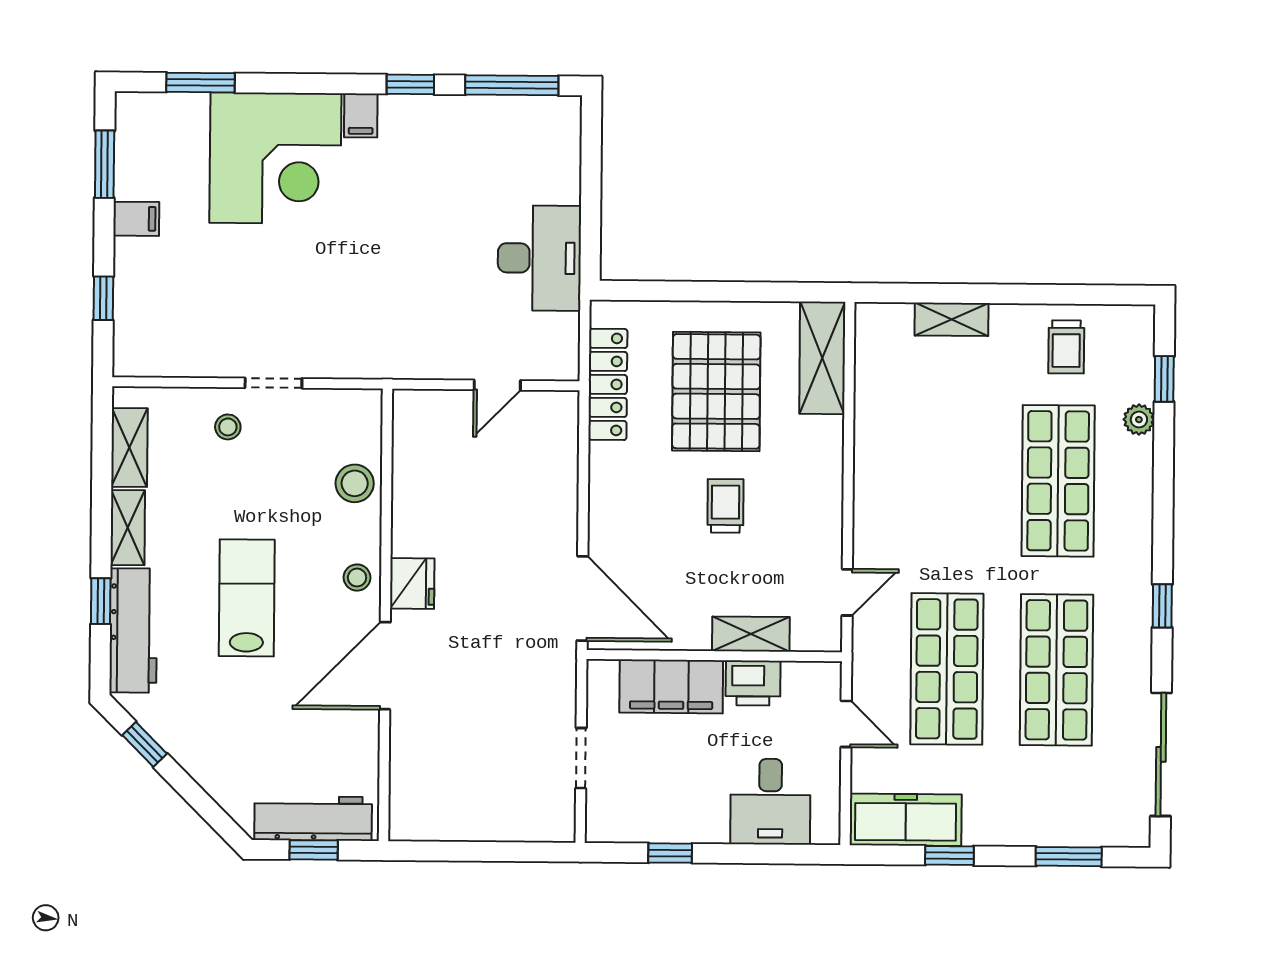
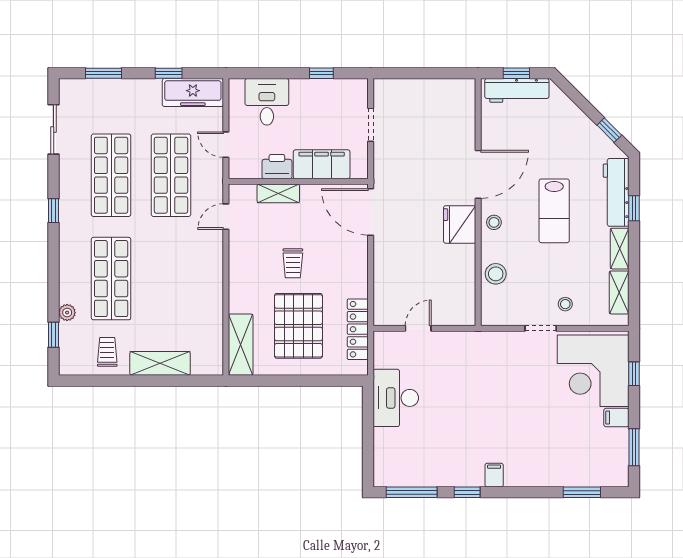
corner desk: (275, 158) -> (593, 371), moved, turned -90
shelving: (951, 319) -> (160, 363), width x1.50, depth x1.33
fridge: (412, 583) -> (460, 224), width x1.36, depth x1.34
sliding door: (1161, 754) -> (54, 129), width x0.73

